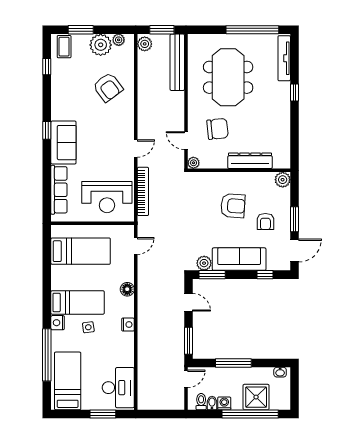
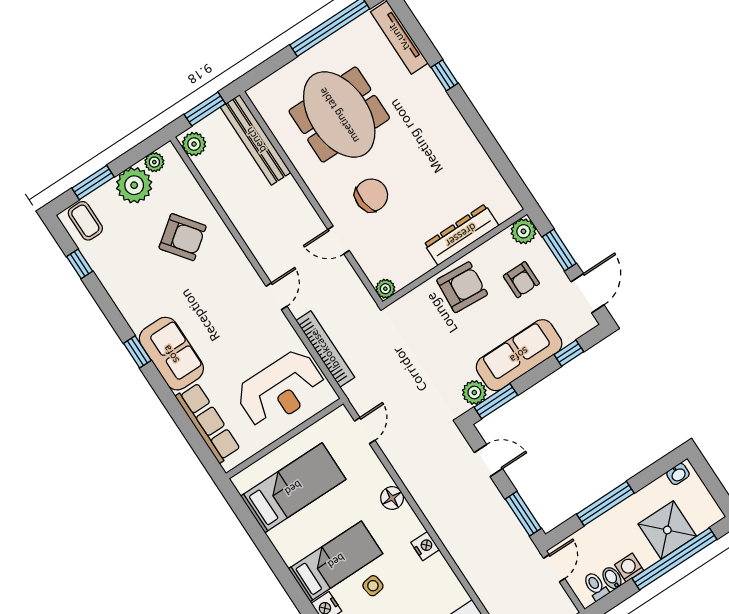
dresser: (250, 161) -> (461, 235), moved
plant: (193, 163) -> (385, 289), moved
wall: (239, 170) -> (455, 258), moved
plant: (283, 180) -> (523, 231), moved

